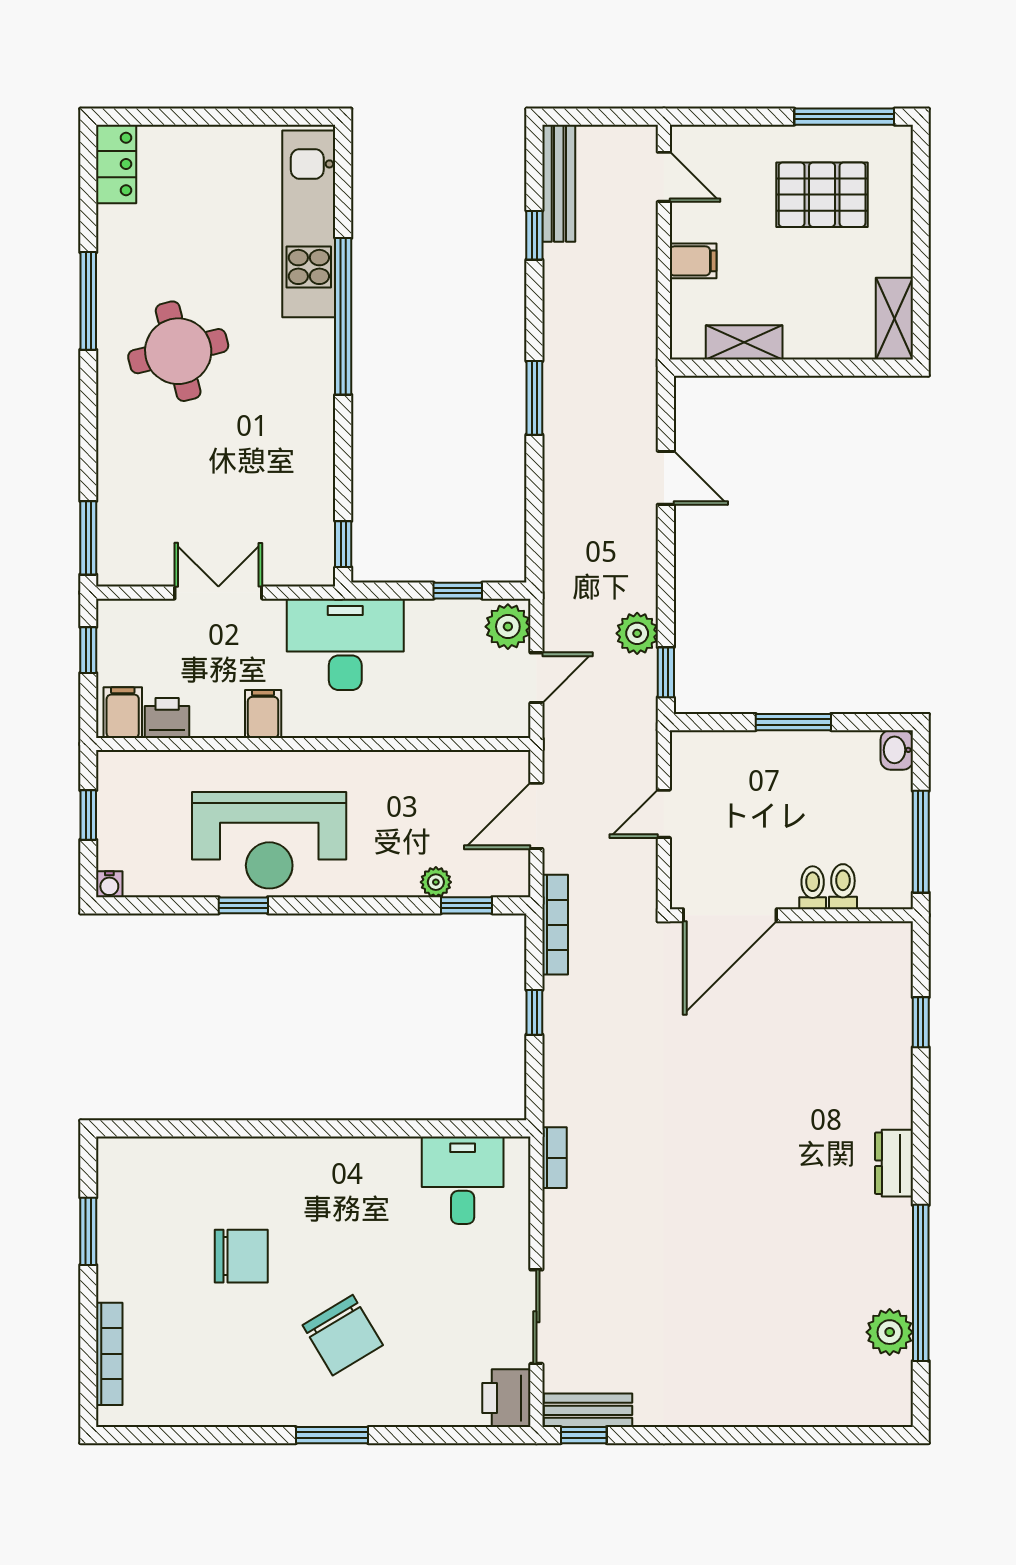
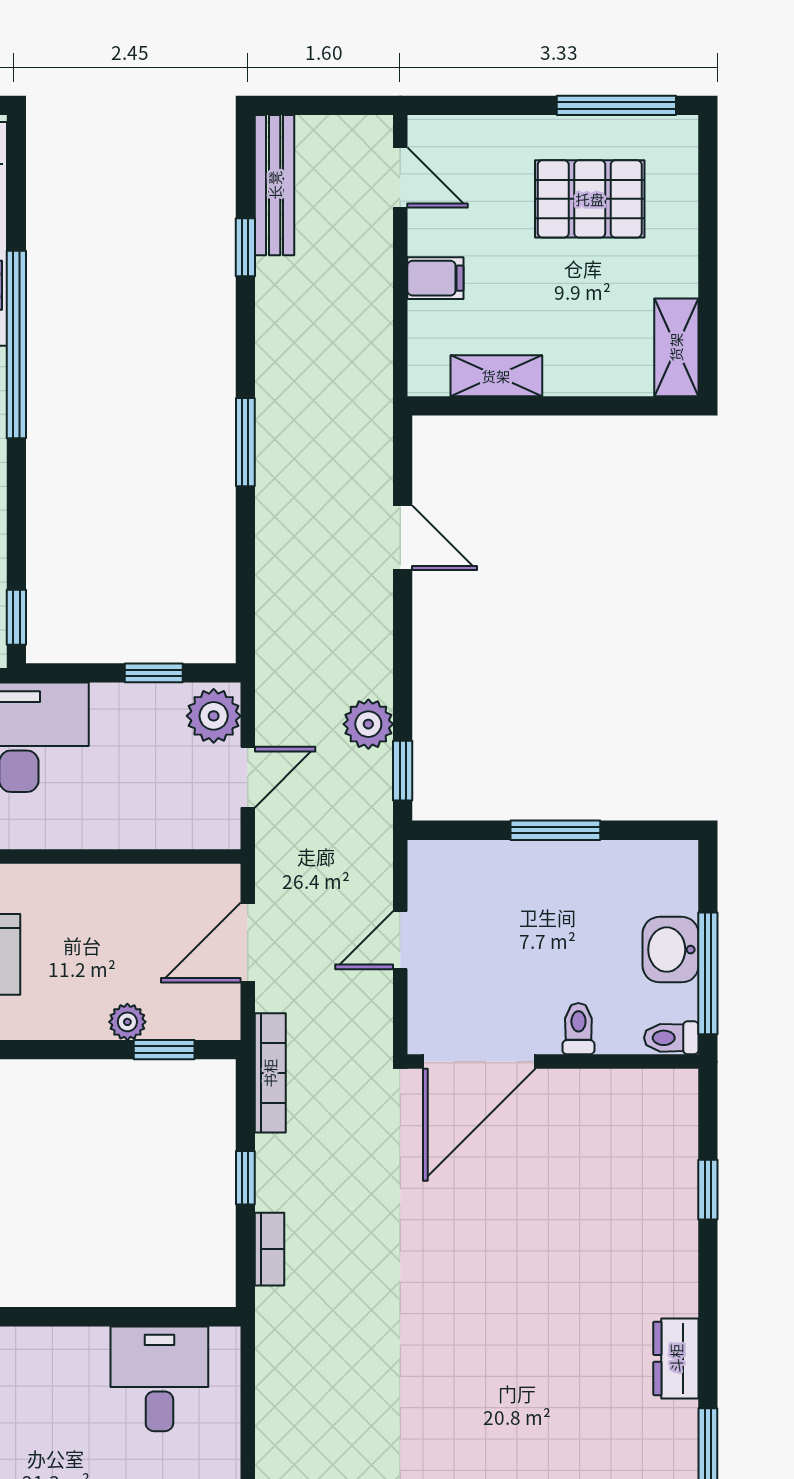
washbasin: (897, 750) -> (671, 950), moved, width x1.38, depth x1.45
toilet: (843, 887) -> (671, 1038), moved, turned -90
bookcase: (555, 1158) -> (269, 1249), moved

